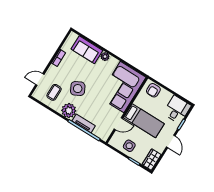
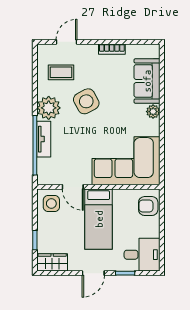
door: (40, 79) -> (67, 42), hinge flipped
side table: (129, 146) -> (51, 204), moved

